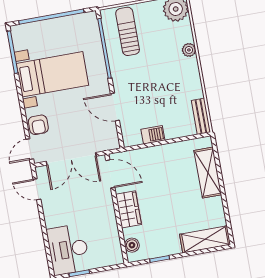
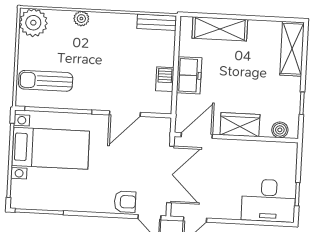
bed with nightstands: (52, 74) -> (51, 148), moved, turned 90
freezer: (161, 155) -> (189, 75), added

